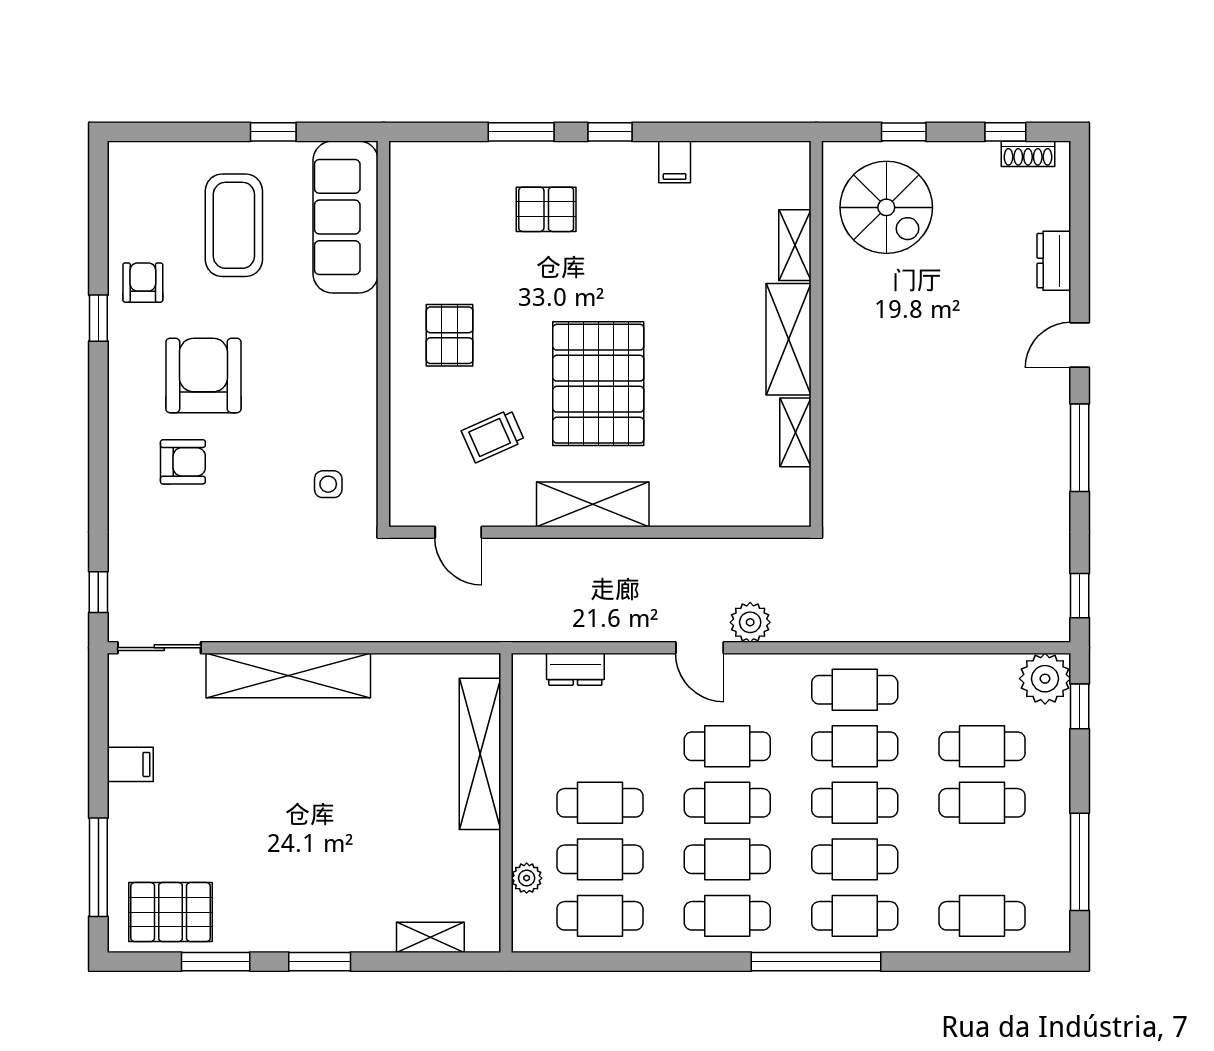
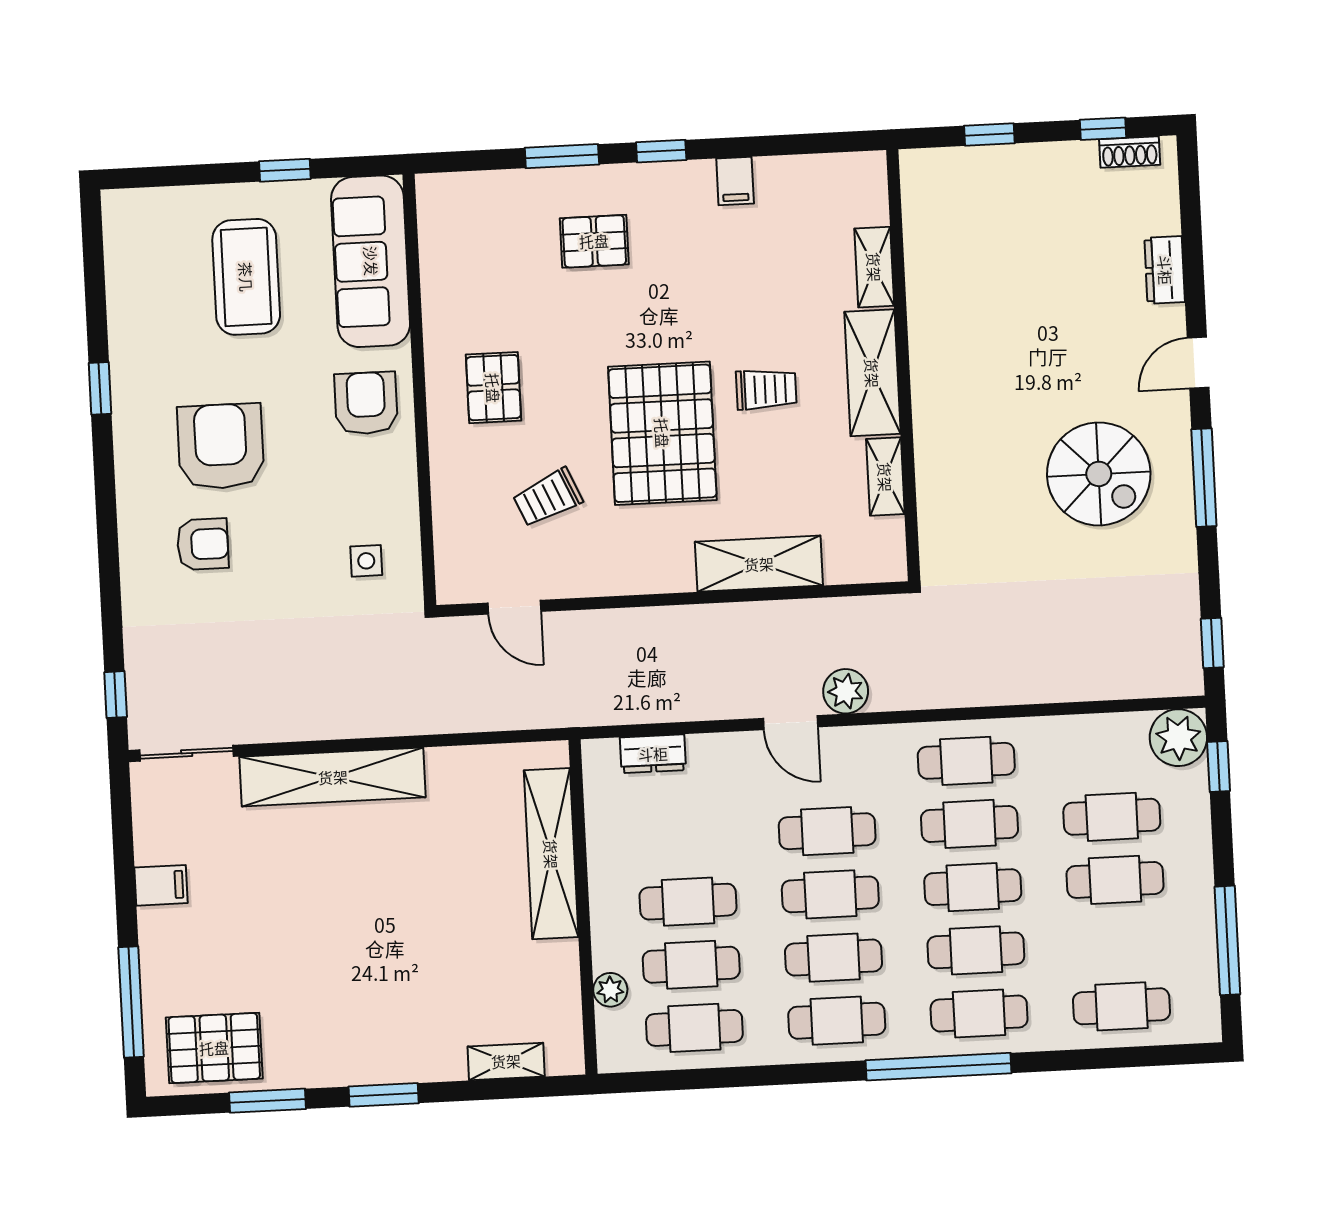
spiral stairs: (886, 207) -> (1099, 474), moved
armchair: (143, 283) -> (366, 403), moved, width x1.38, depth x1.38
trolley: (693, 349) -> (766, 389), added
shelving: (593, 504) -> (759, 564), moved

